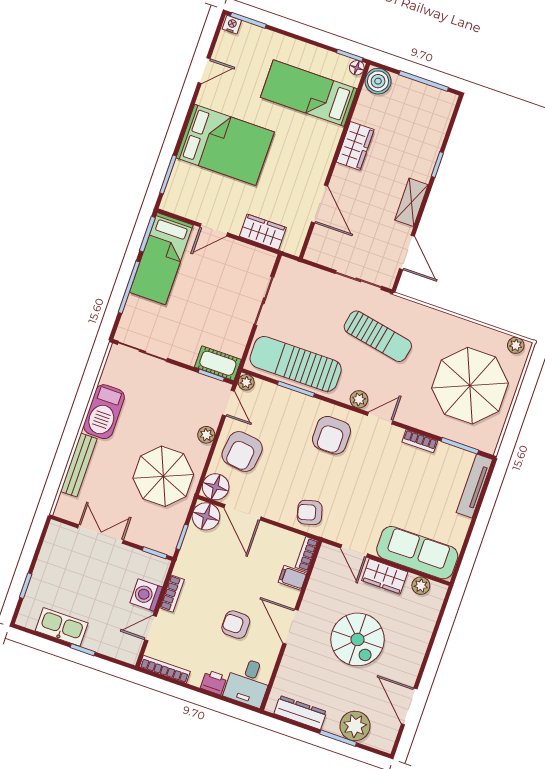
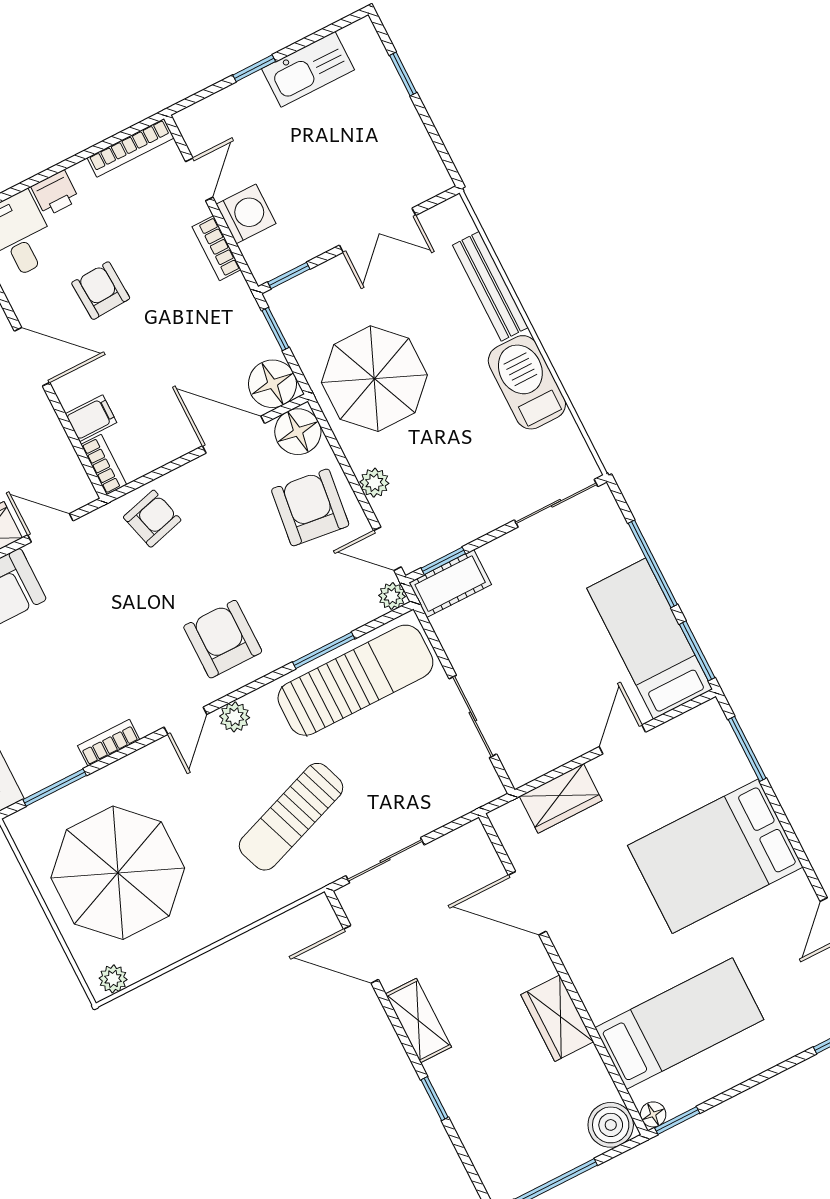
sun lounger: (378, 336) -> (291, 817), turned -31
armchair: (236, 625) -> (101, 291), turned -93

